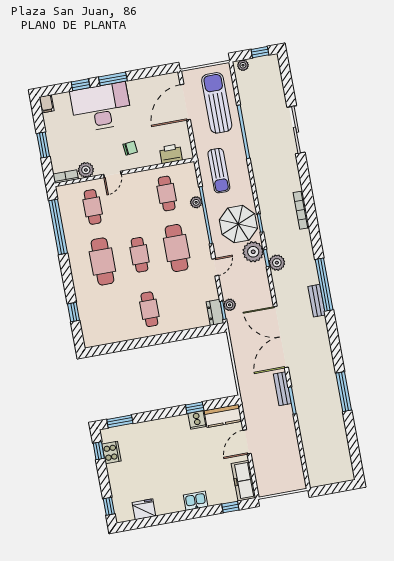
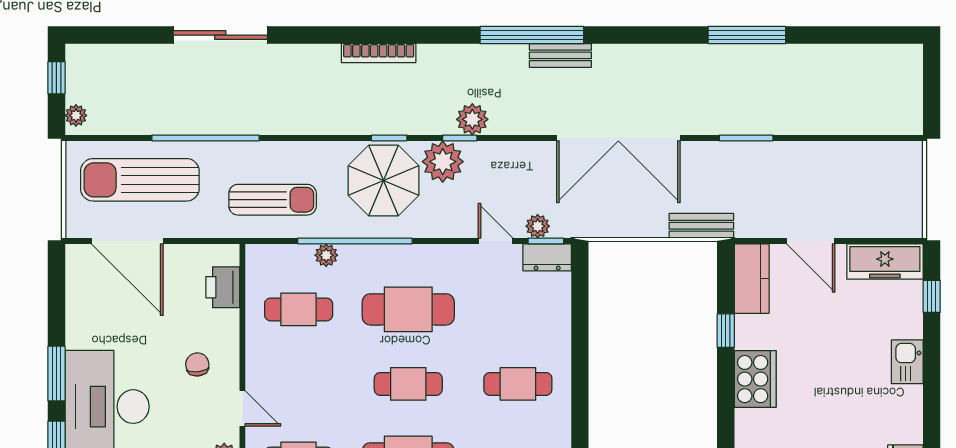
door: (215, 267) -> (496, 241), moved
bench: (282, 389) -> (701, 226), moved
cooker: (197, 420) -> (755, 379), moved, width x1.87, depth x1.31

